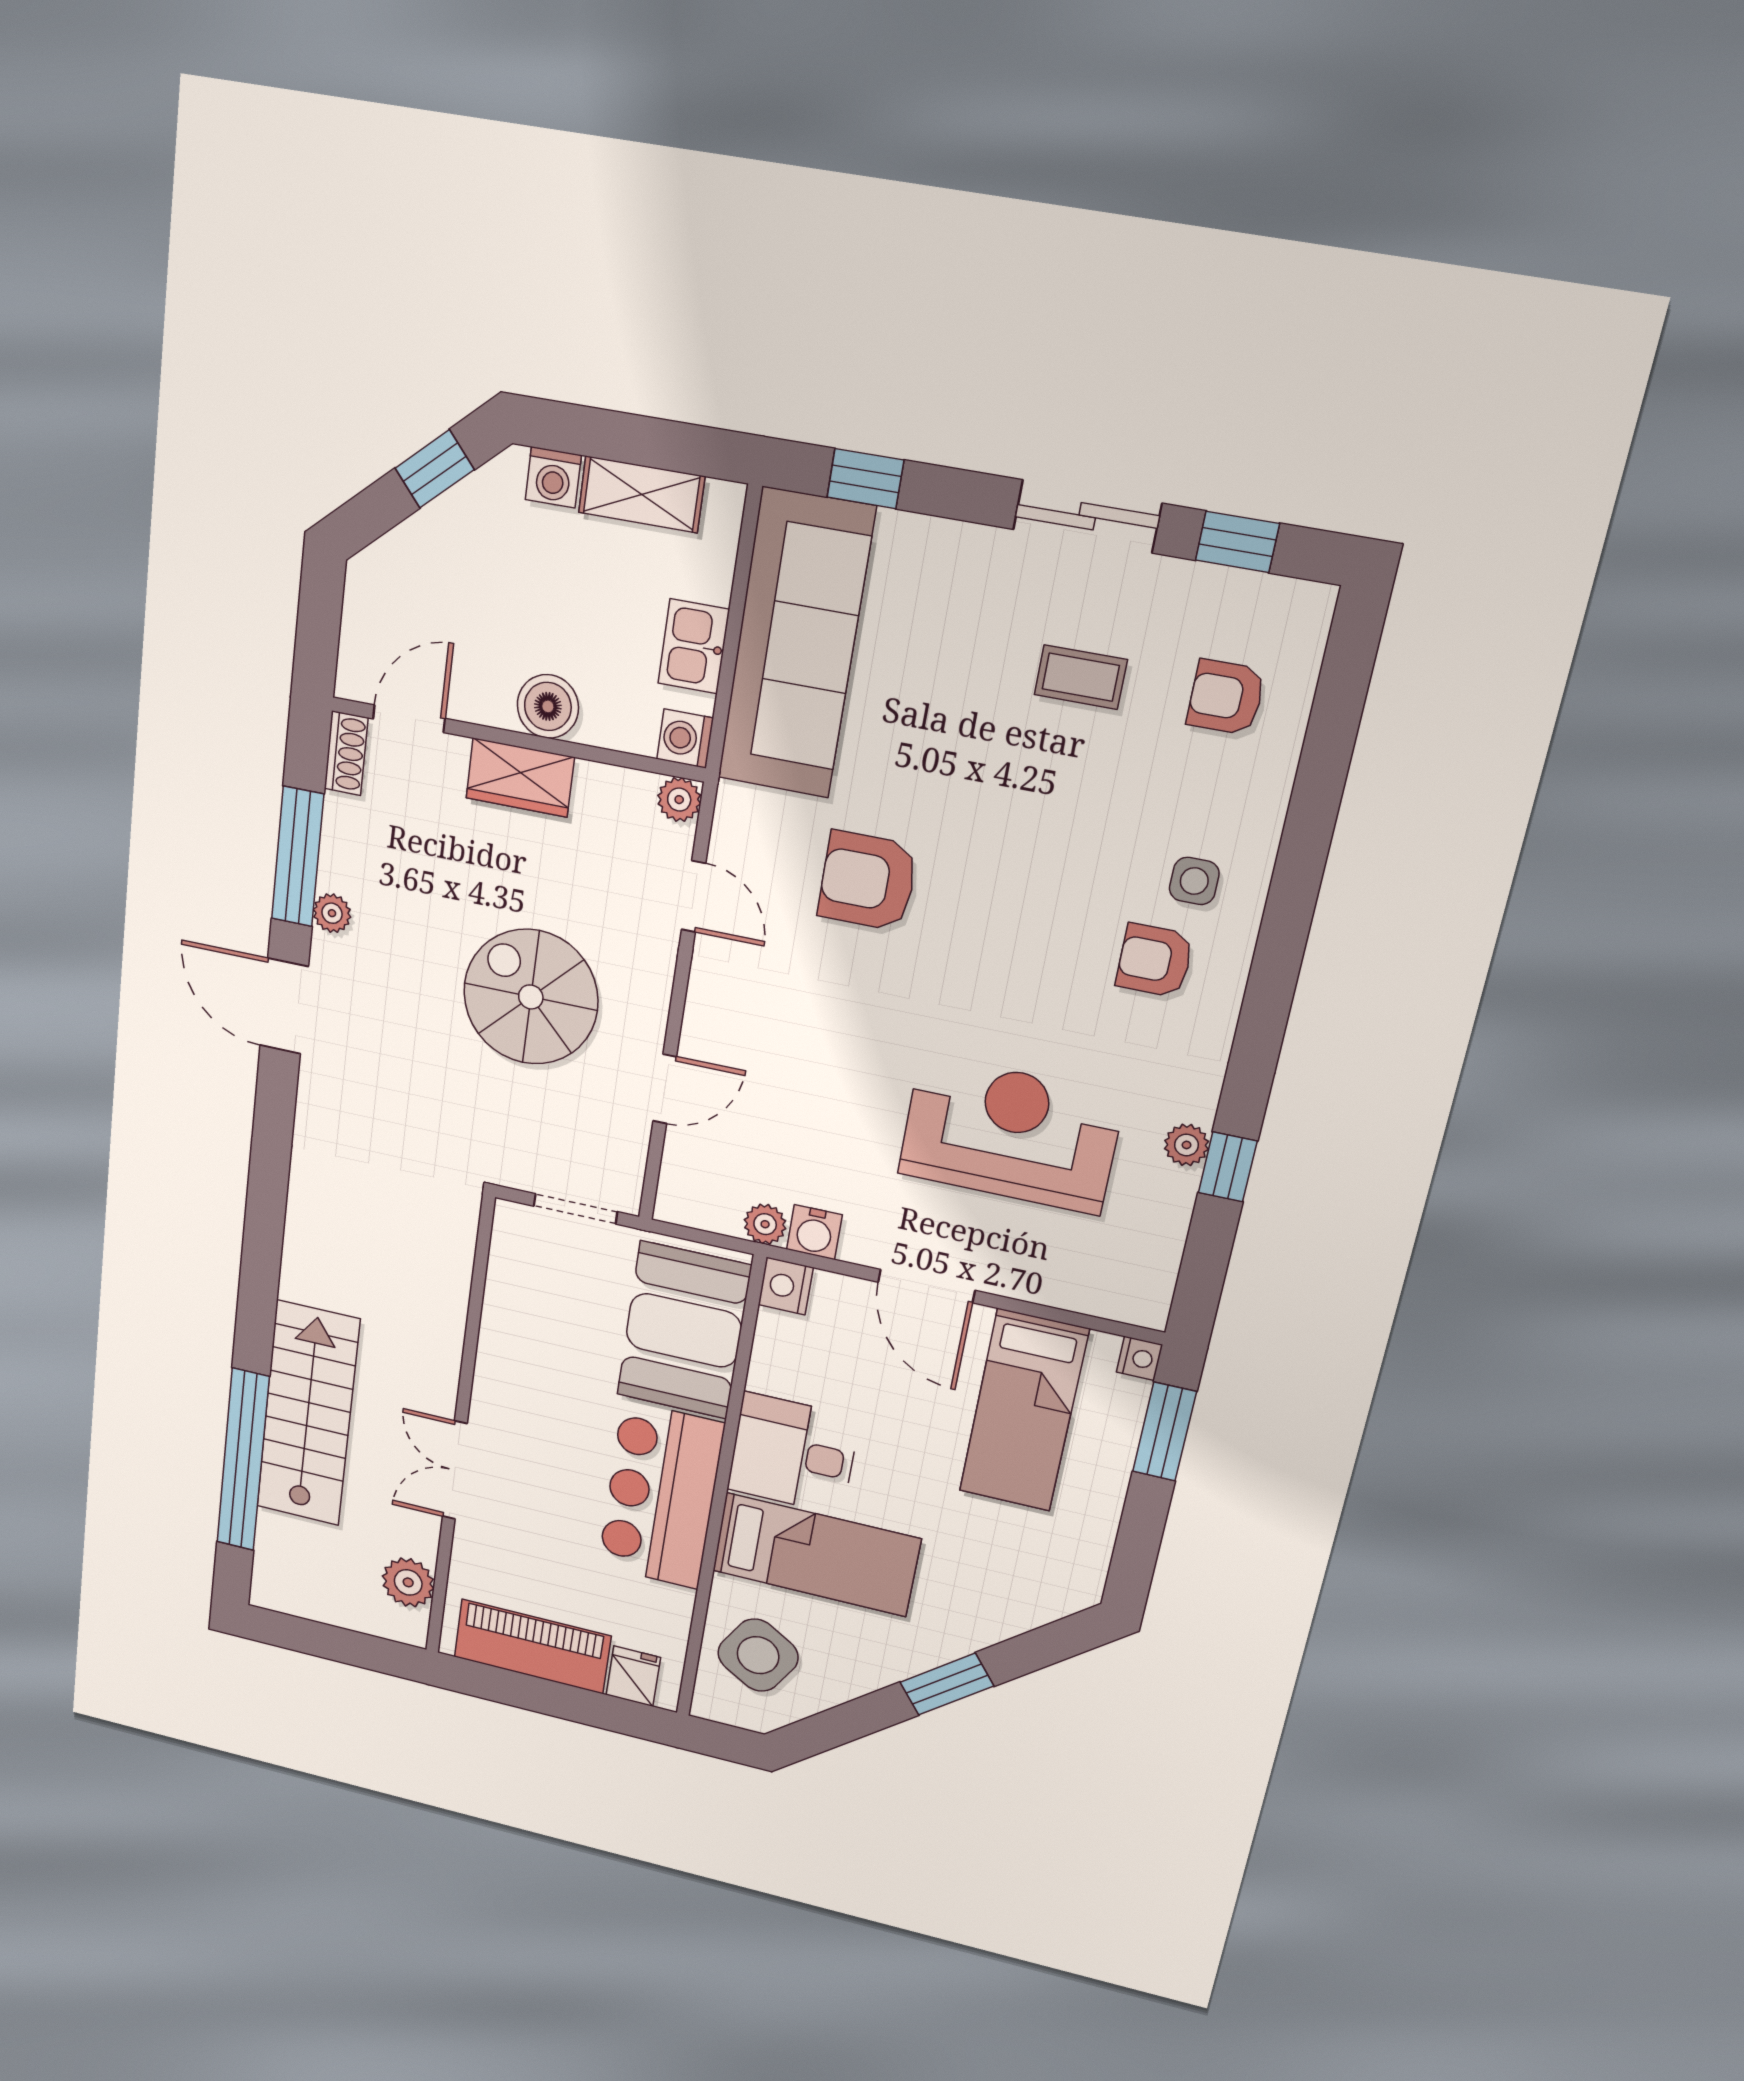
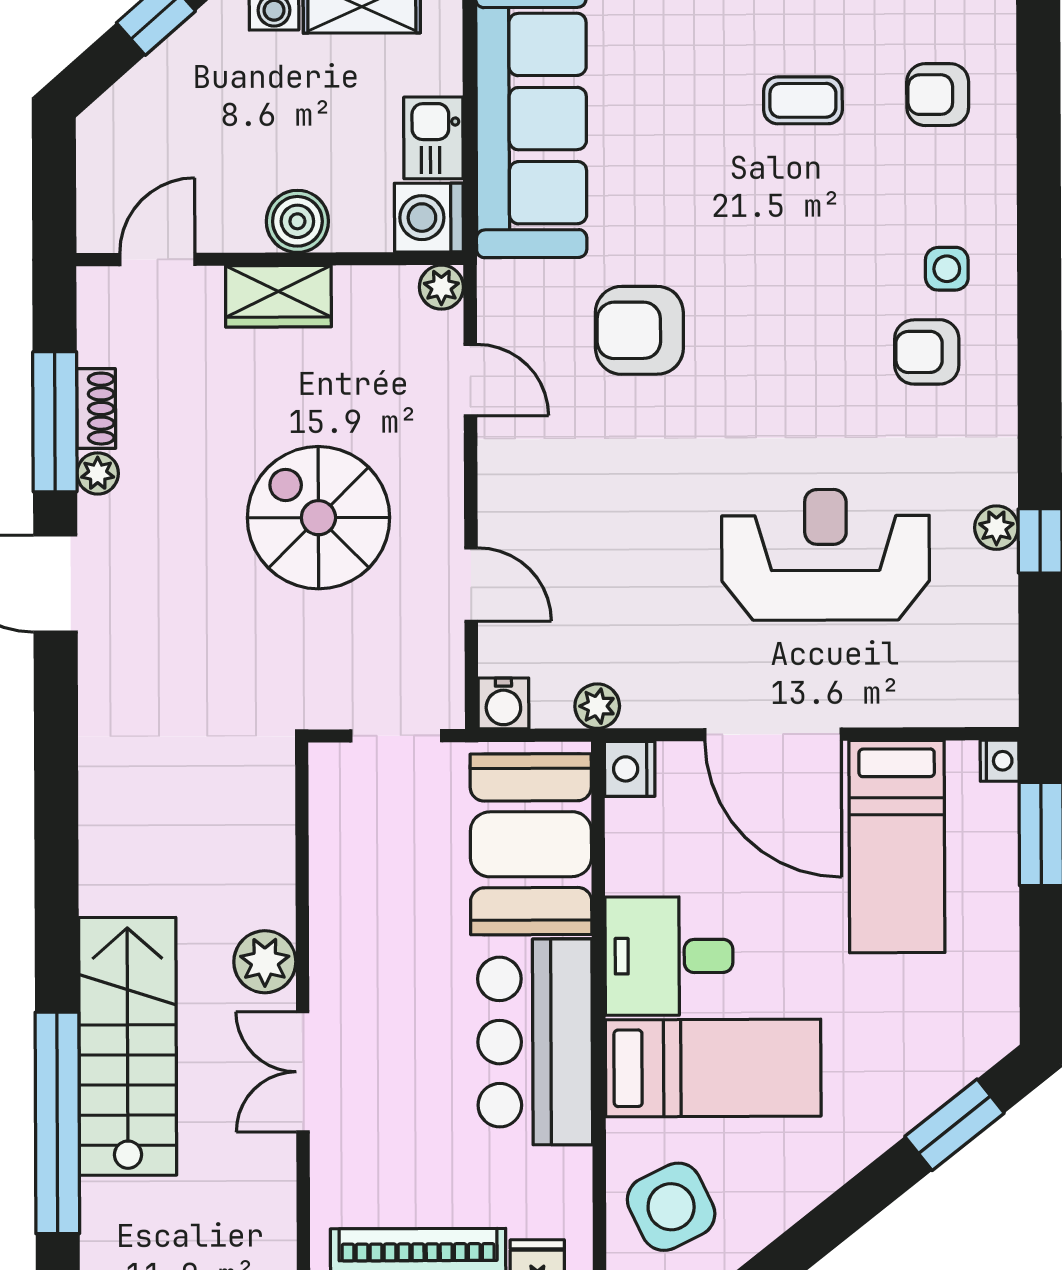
washing machine: (685, 739) -> (429, 218), width x1.38, depth x1.38
shoe rack: (346, 753) -> (96, 409), moved
door: (665, 1089) -> (471, 585), hinge flipped
water cooler: (814, 1232) -> (503, 703), moved
door: (926, 1286) -> (773, 734), width x1.36
plant: (408, 1582) -> (265, 962), moved
side table: (758, 1655) -> (671, 1207), turned 33
window: (947, 1684) -> (955, 1125), moved

